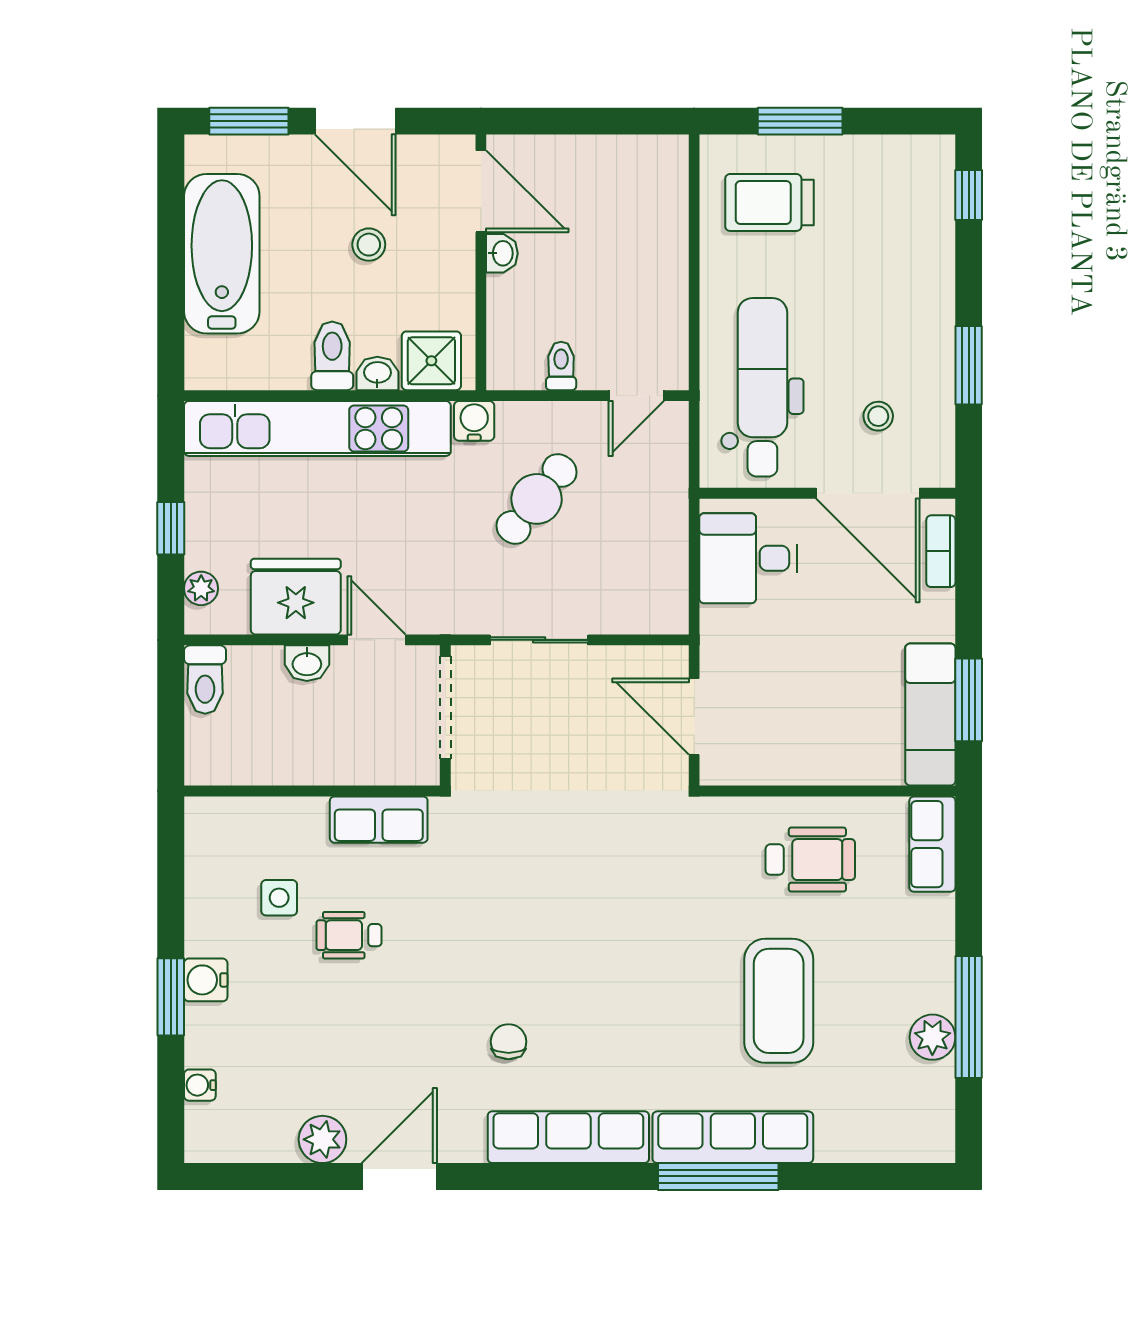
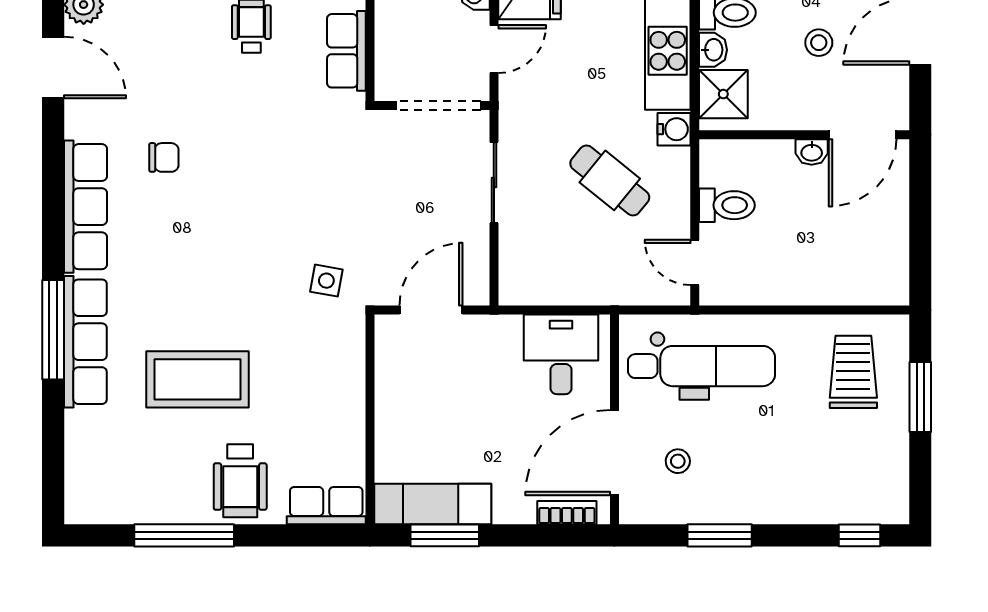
toilet: (561, 366) -> (727, 205), width x1.37, depth x1.39
side table: (658, 844) -> (326, 281), added
wheelchair: (810, 860) -> (240, 481), moved
plant: (932, 1037) -> (168, 506), removed

